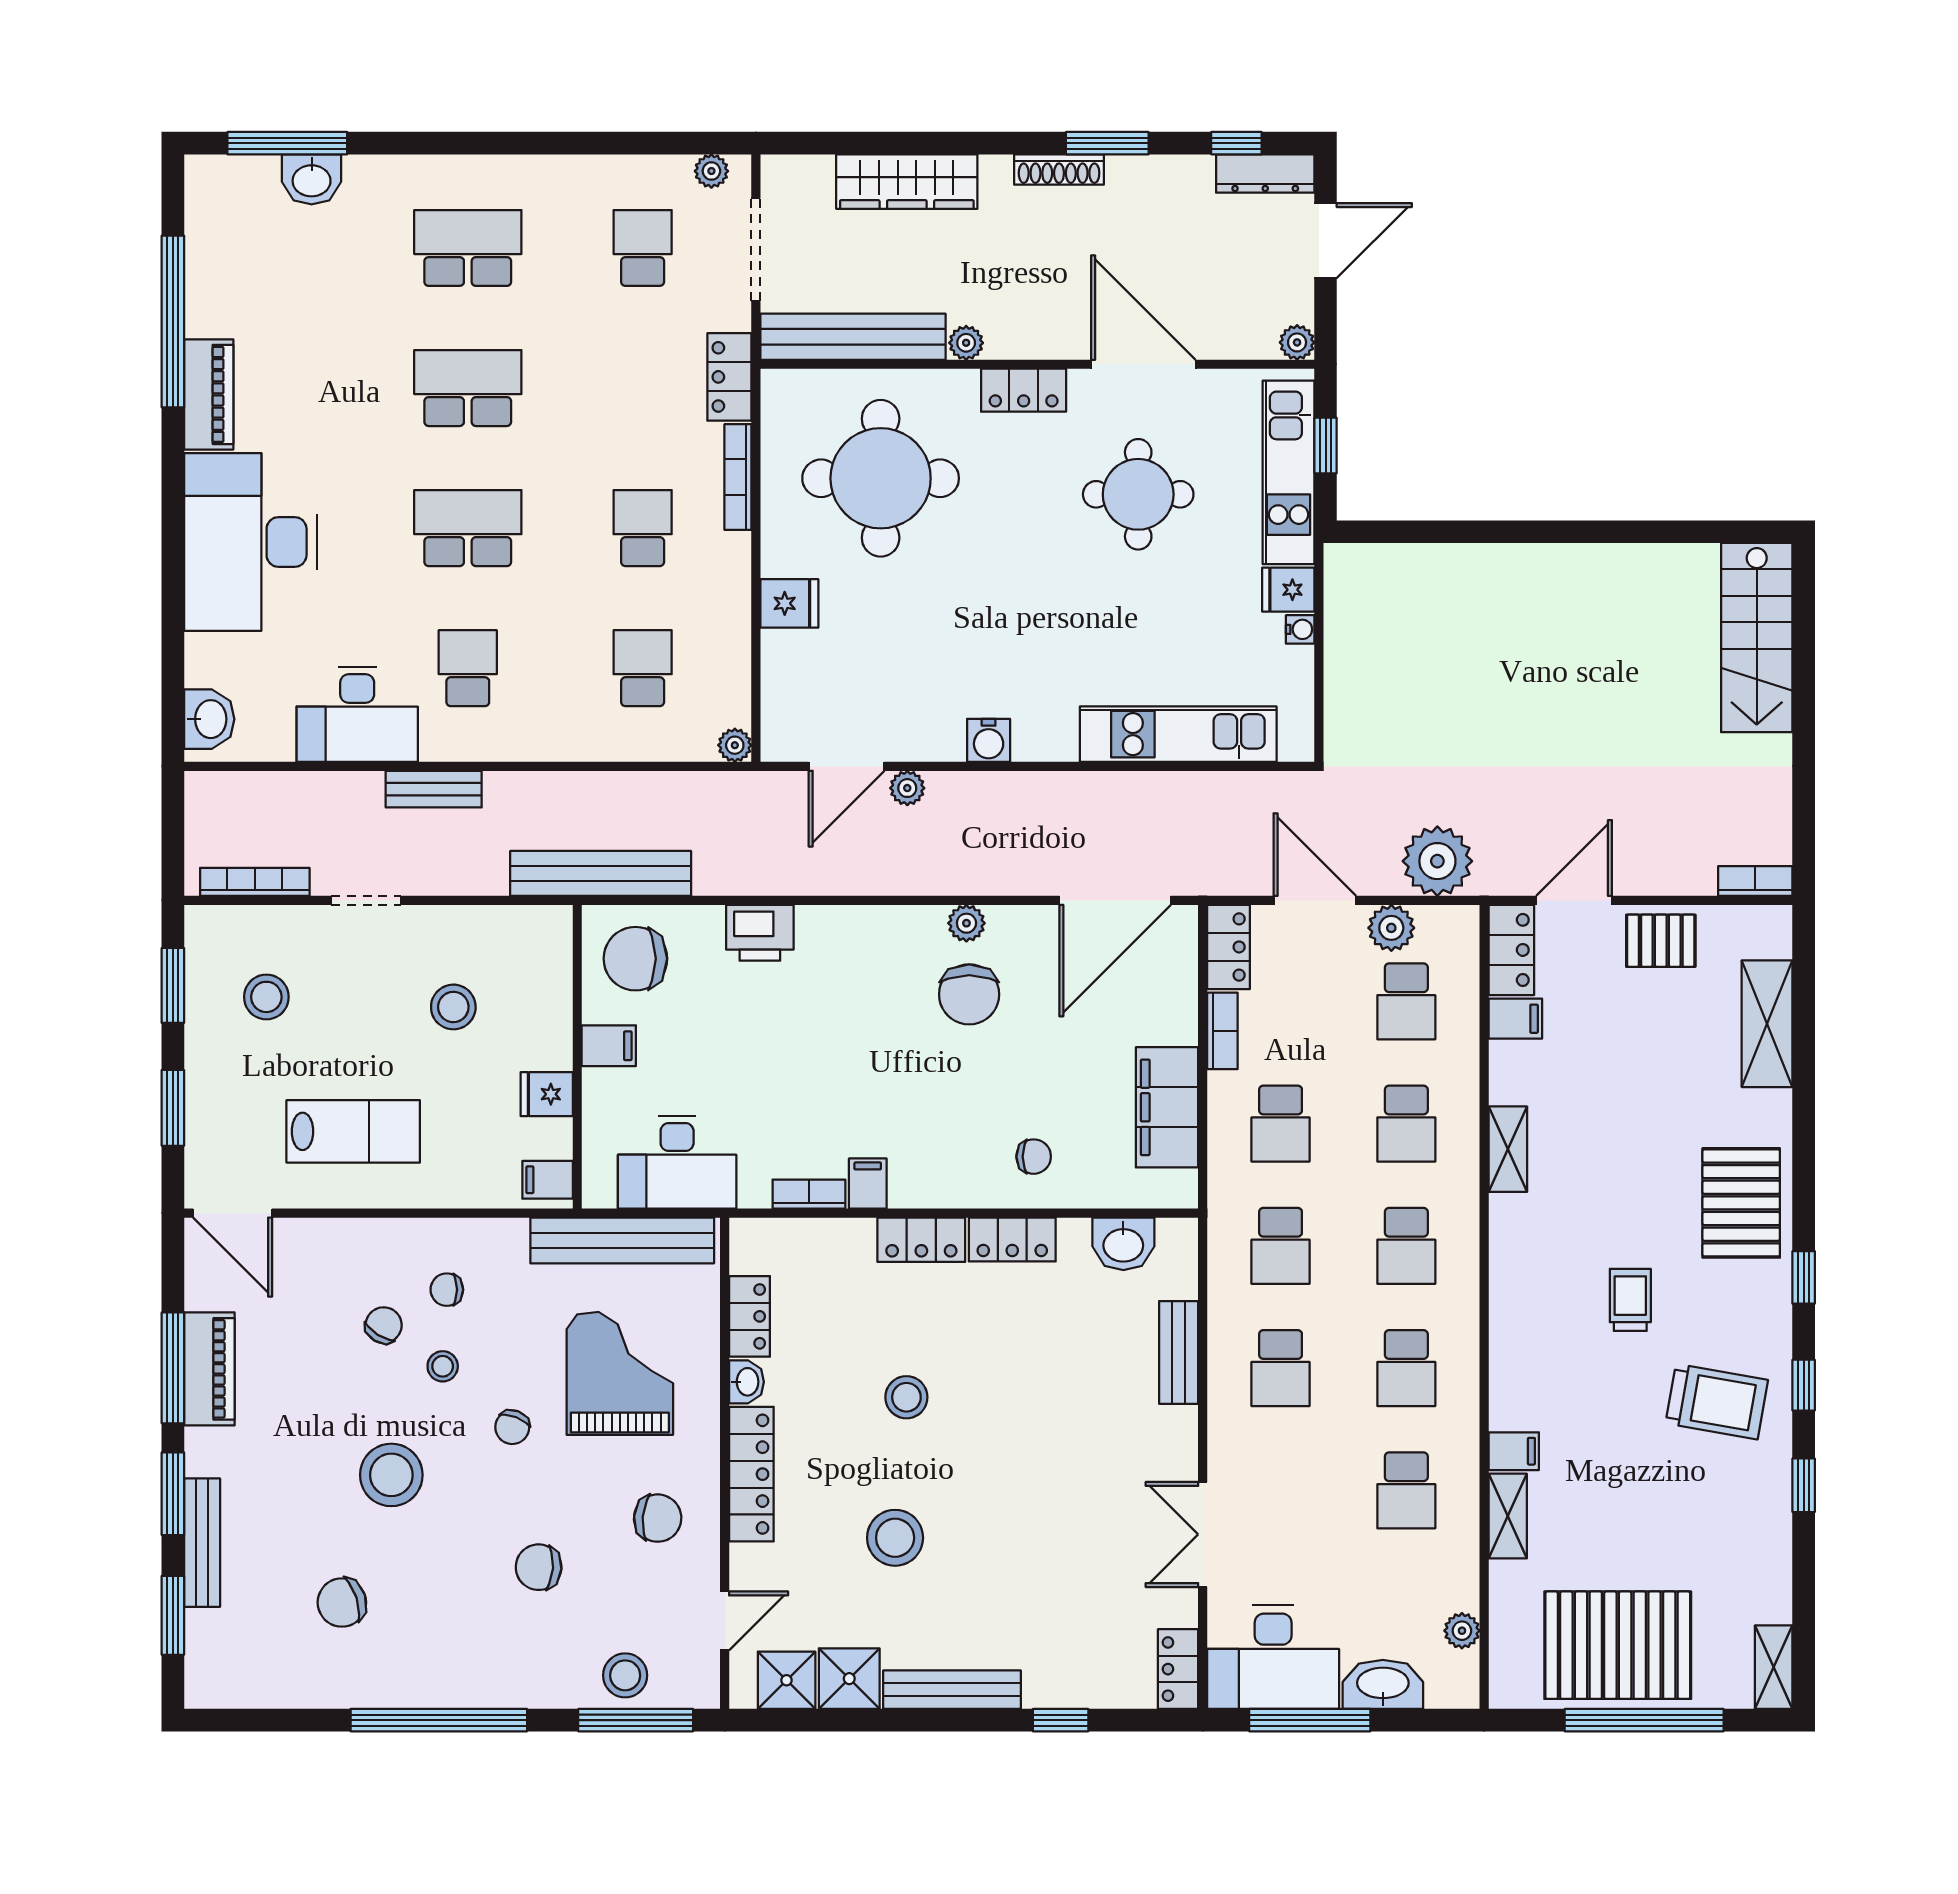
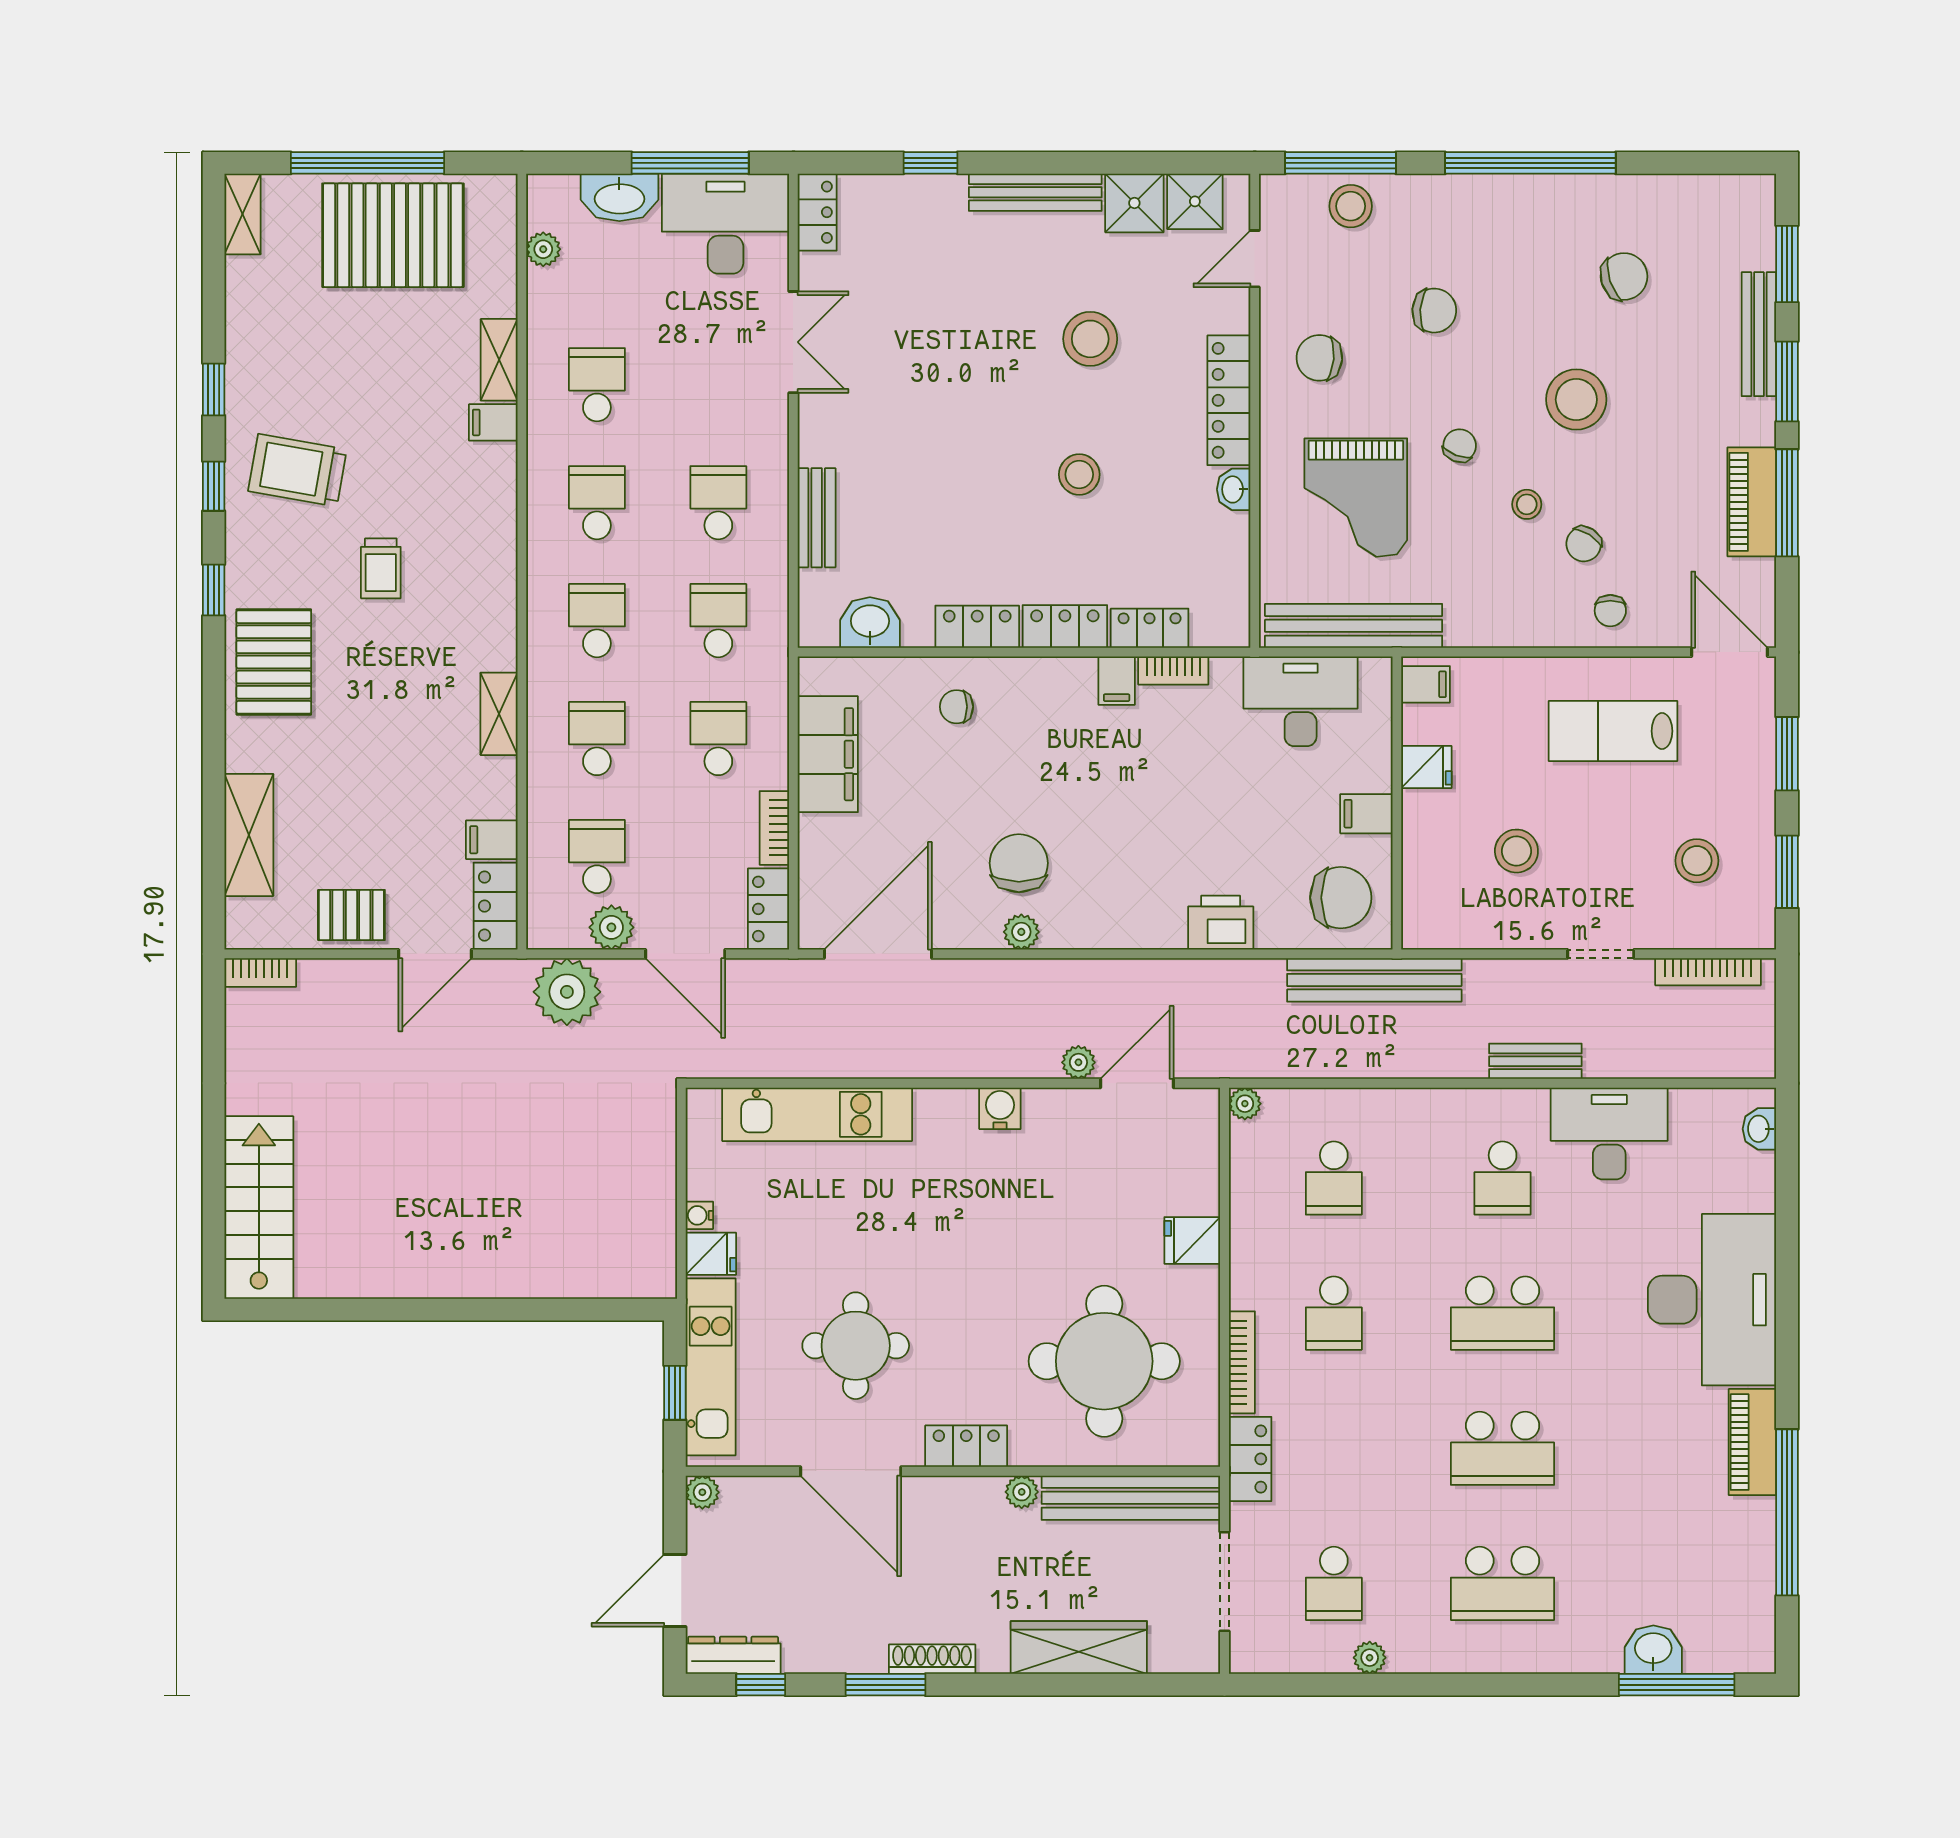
plant: (711, 171) -> (1370, 1658), moved
washbasin: (209, 719) -> (1759, 1129), width x0.72, depth x0.69
chair: (447, 1290) -> (1610, 611), moved, turned 90
locker: (750, 1316) -> (1150, 628), moved, turned 90

